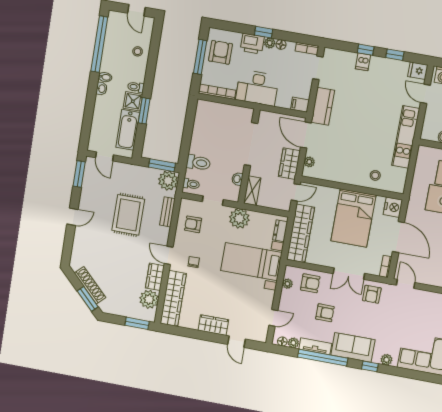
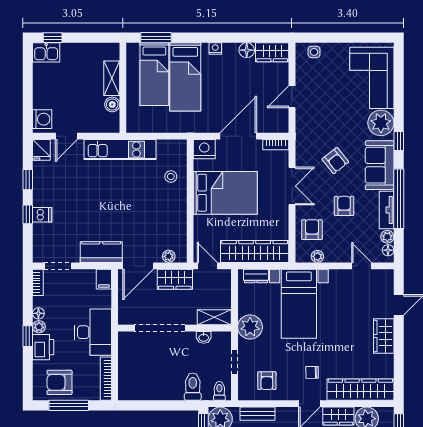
door: (406, 284) -> (292, 97), moved
armchair: (372, 294) -> (335, 161), moved, turned 52
plant: (386, 360) -> (381, 123), width x1.87, depth x1.87

